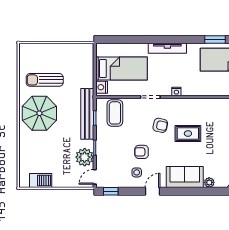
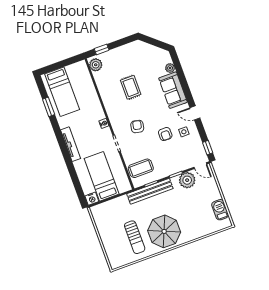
nightstand: (102, 87) -> (92, 199), moved
rug: (188, 134) -> (131, 87), moved

